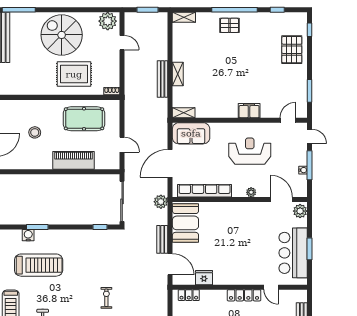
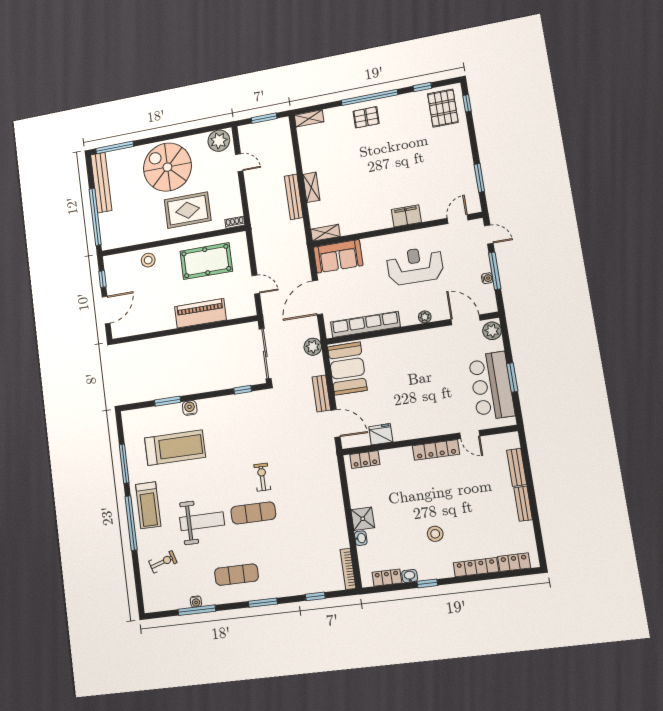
pallet: (292, 50) -> (443, 108), moved
stool: (35, 132) -> (148, 260), moved
water cooler: (28, 235) -> (190, 408), moved

